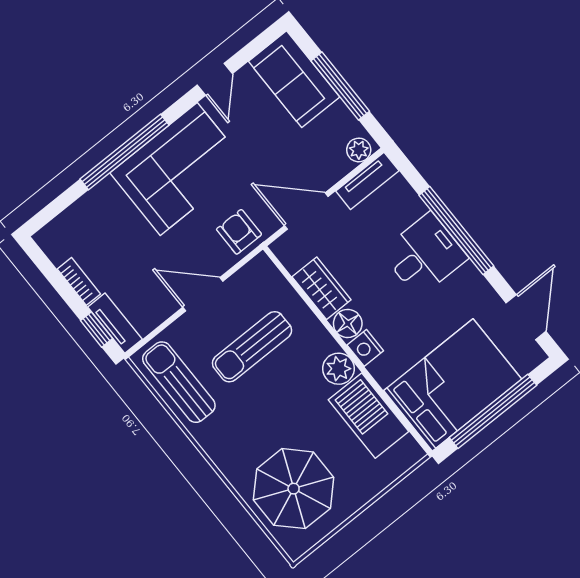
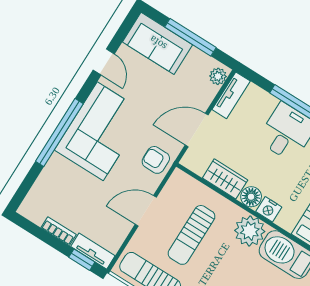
plant: (338, 369) -> (250, 231), width x1.36, depth x1.36

